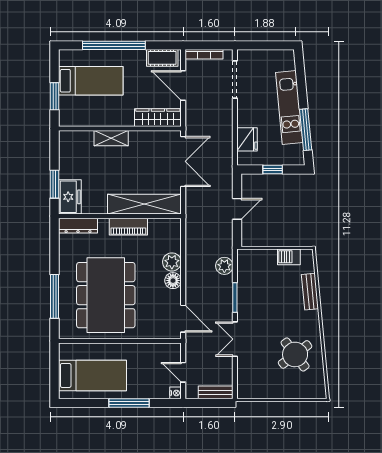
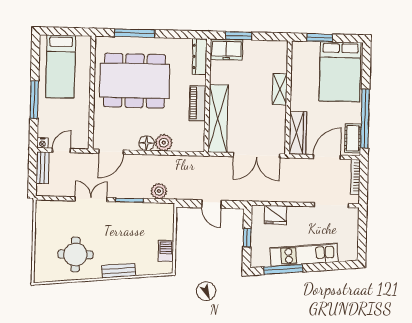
window: (114, 45) -> (365, 119), moved
bed: (91, 81) -> (340, 72), width x1.50
bench: (310, 292) -> (119, 271), moved
round table: (295, 354) -> (75, 254), turned 37
bench: (216, 392) -> (42, 168), moved

